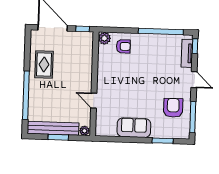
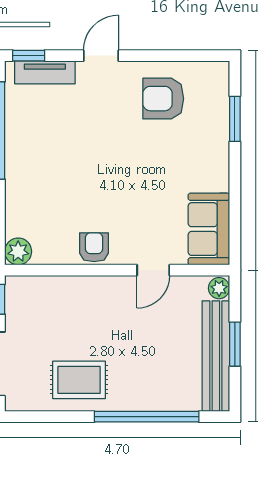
armchair: (123, 46) -> (94, 247), moved
window: (193, 117) -> (182, 56), removed
sofa: (134, 128) -> (209, 229), moved

